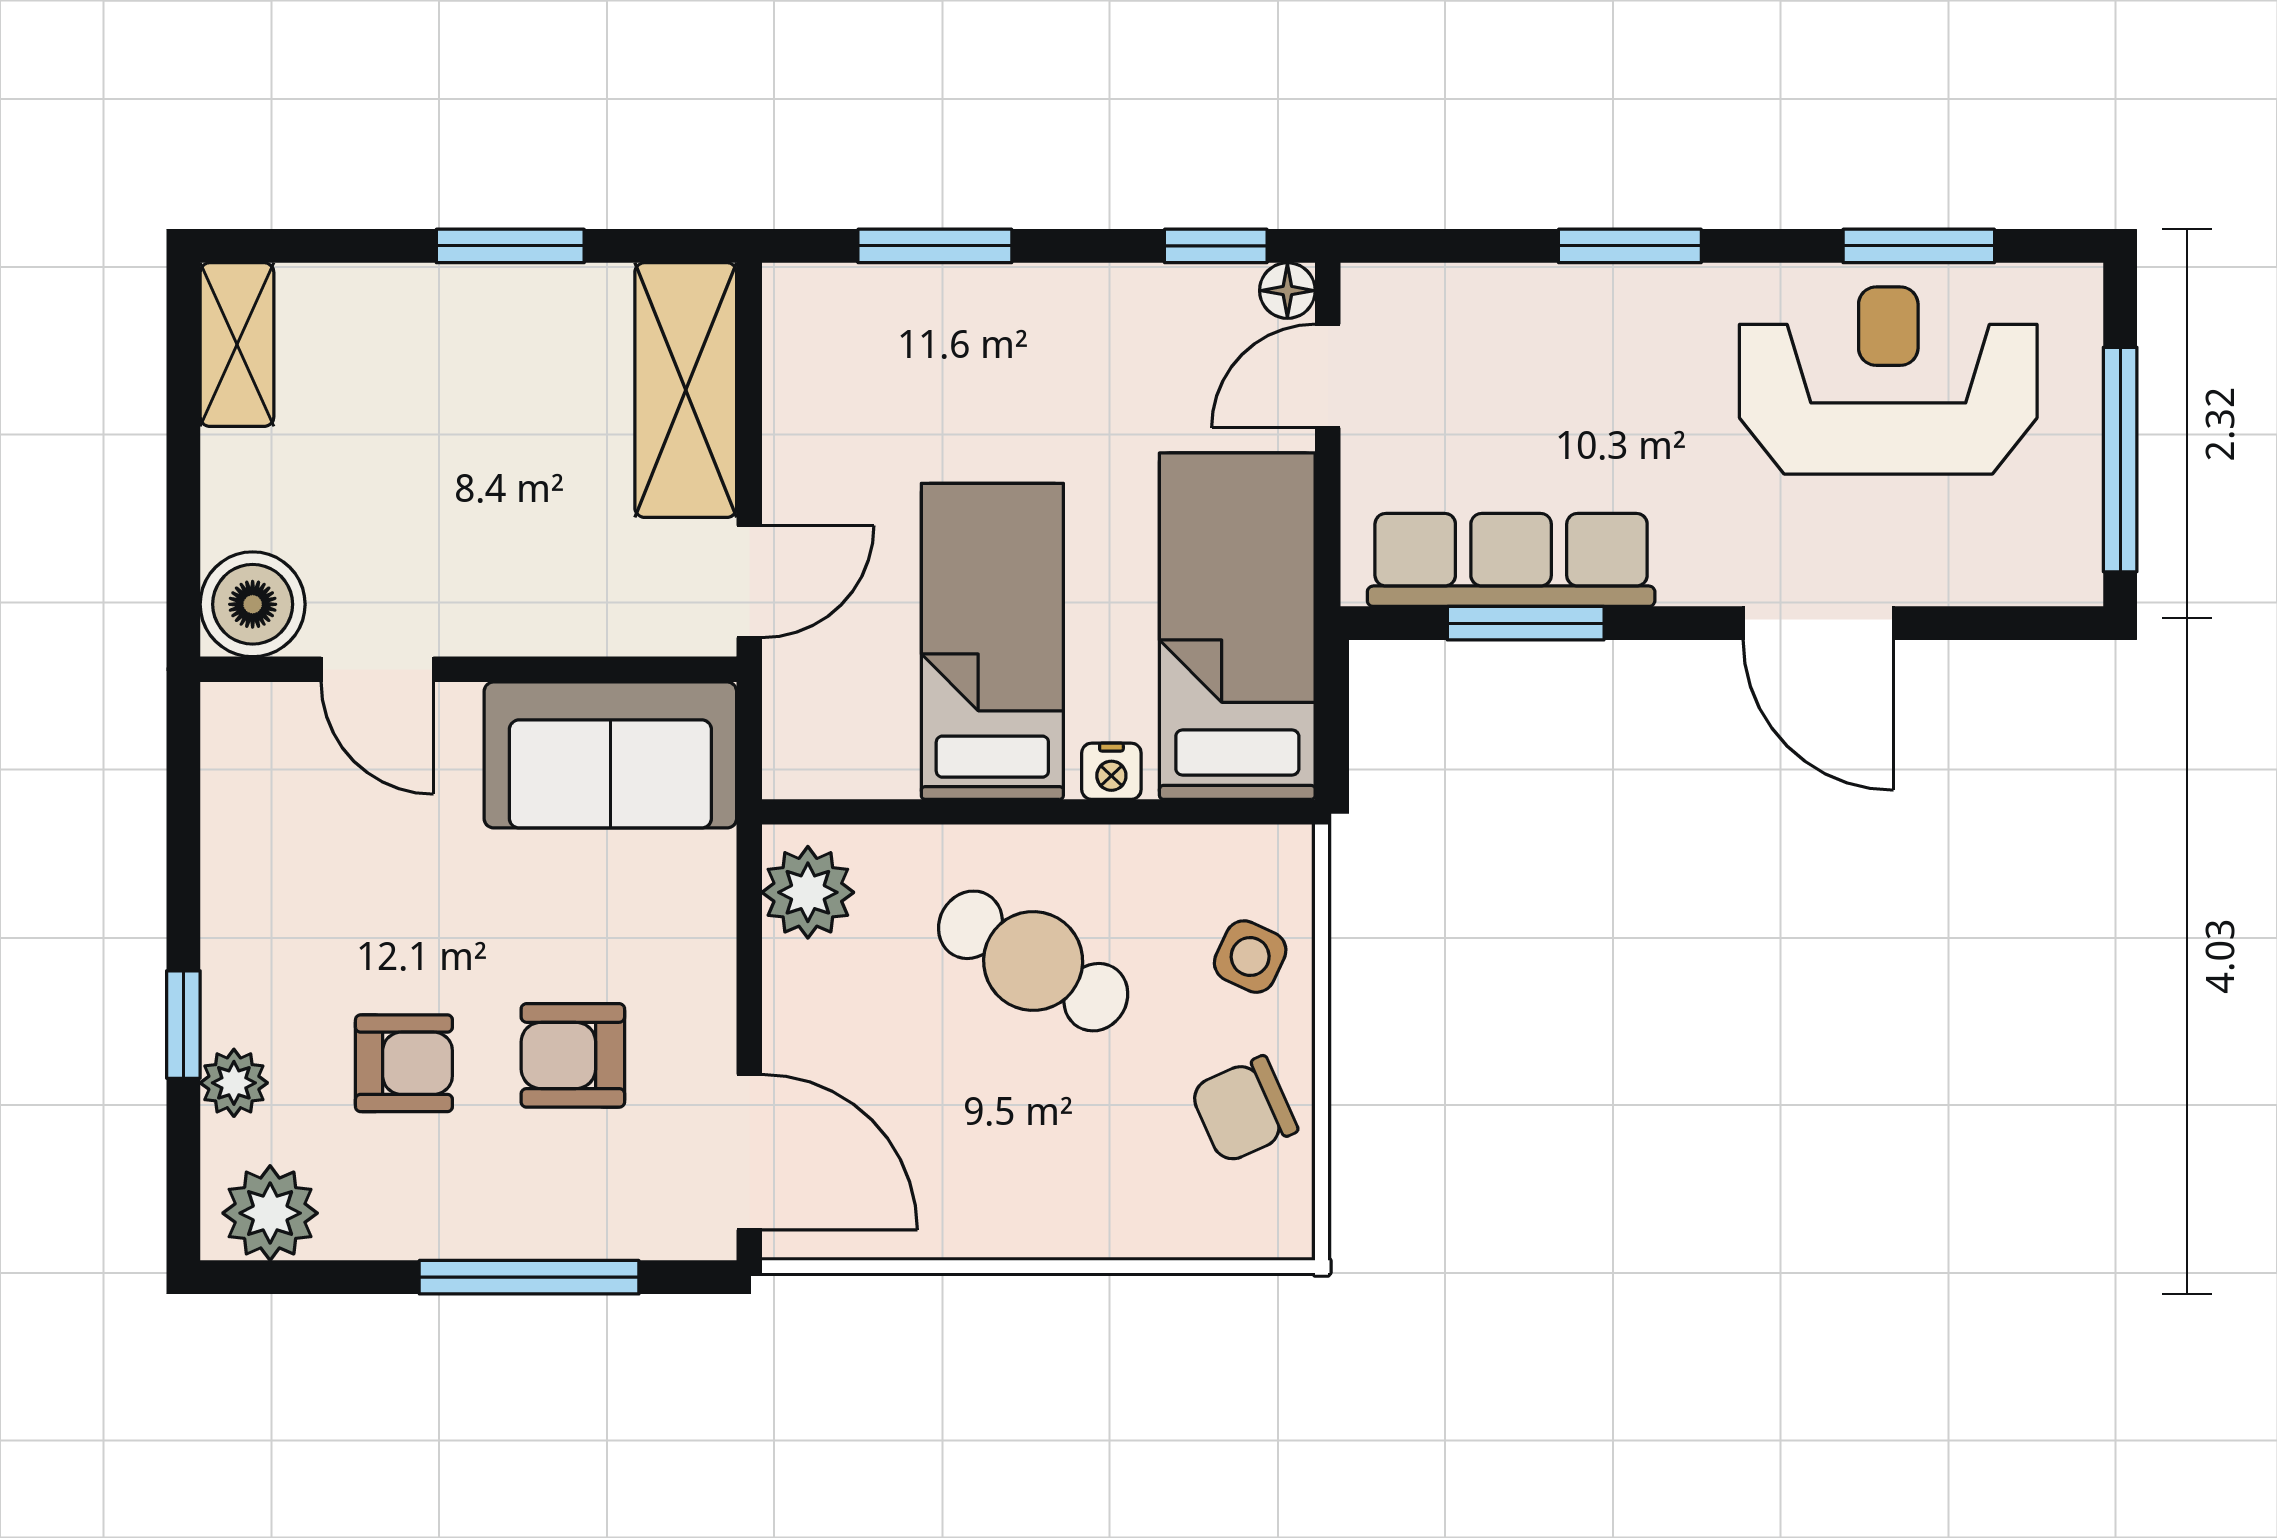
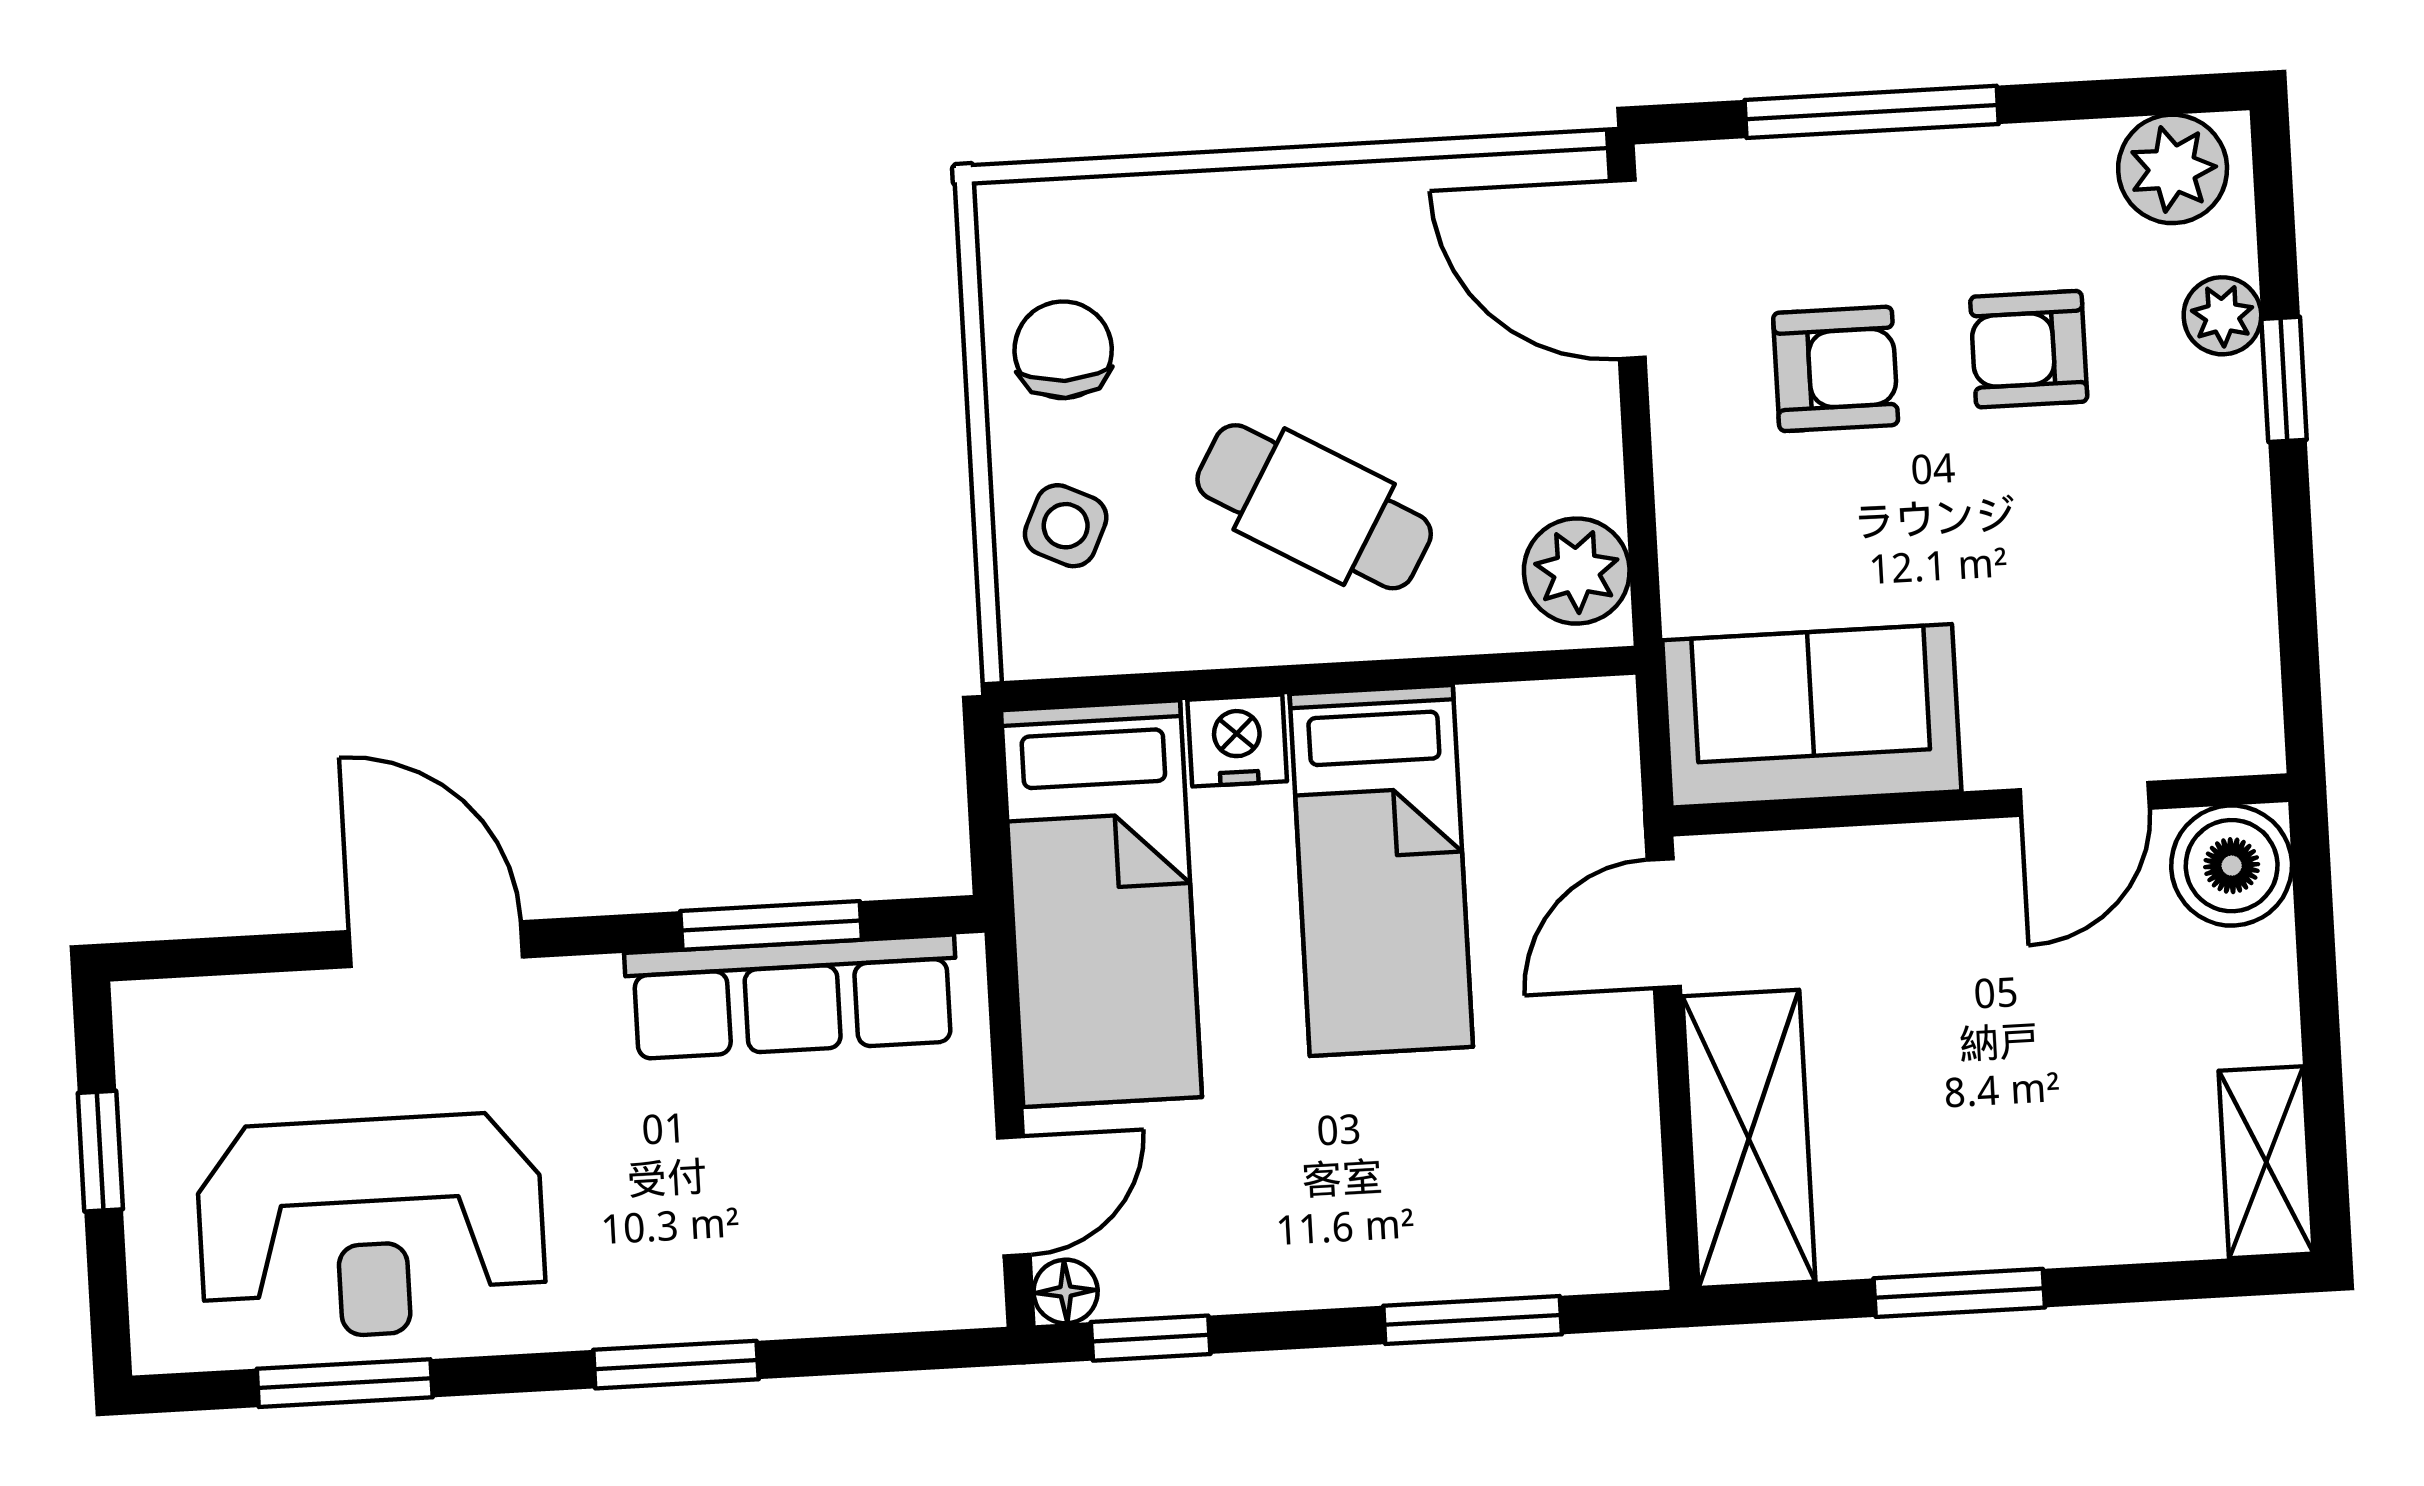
window: (2120, 460) -> (100, 1151), width x0.46
door: (377, 669) -> (2085, 799), swing flipped
nightstand: (1111, 771) -> (1237, 741), width x1.39, depth x1.35
chair: (1244, 1110) -> (1063, 350), turned -66

